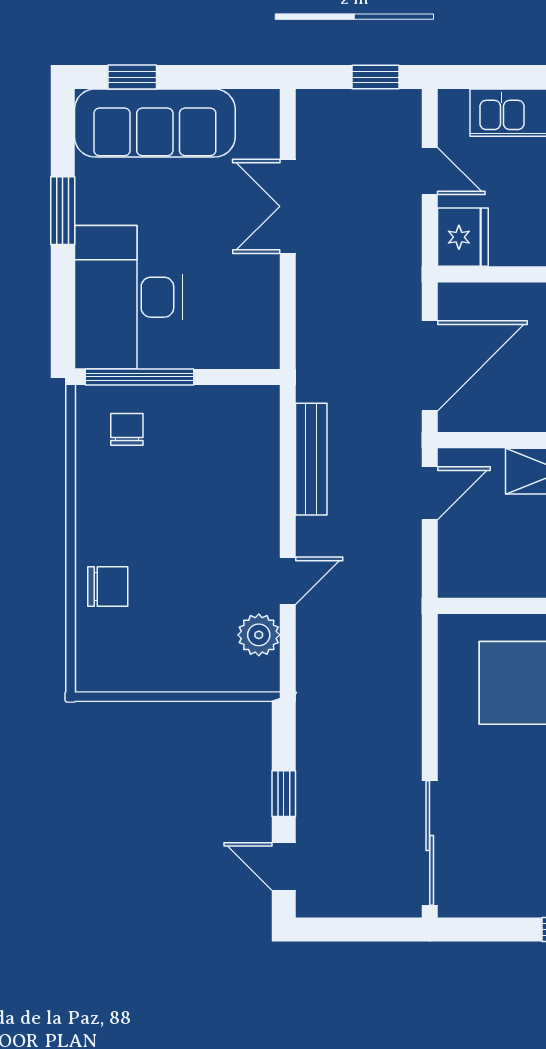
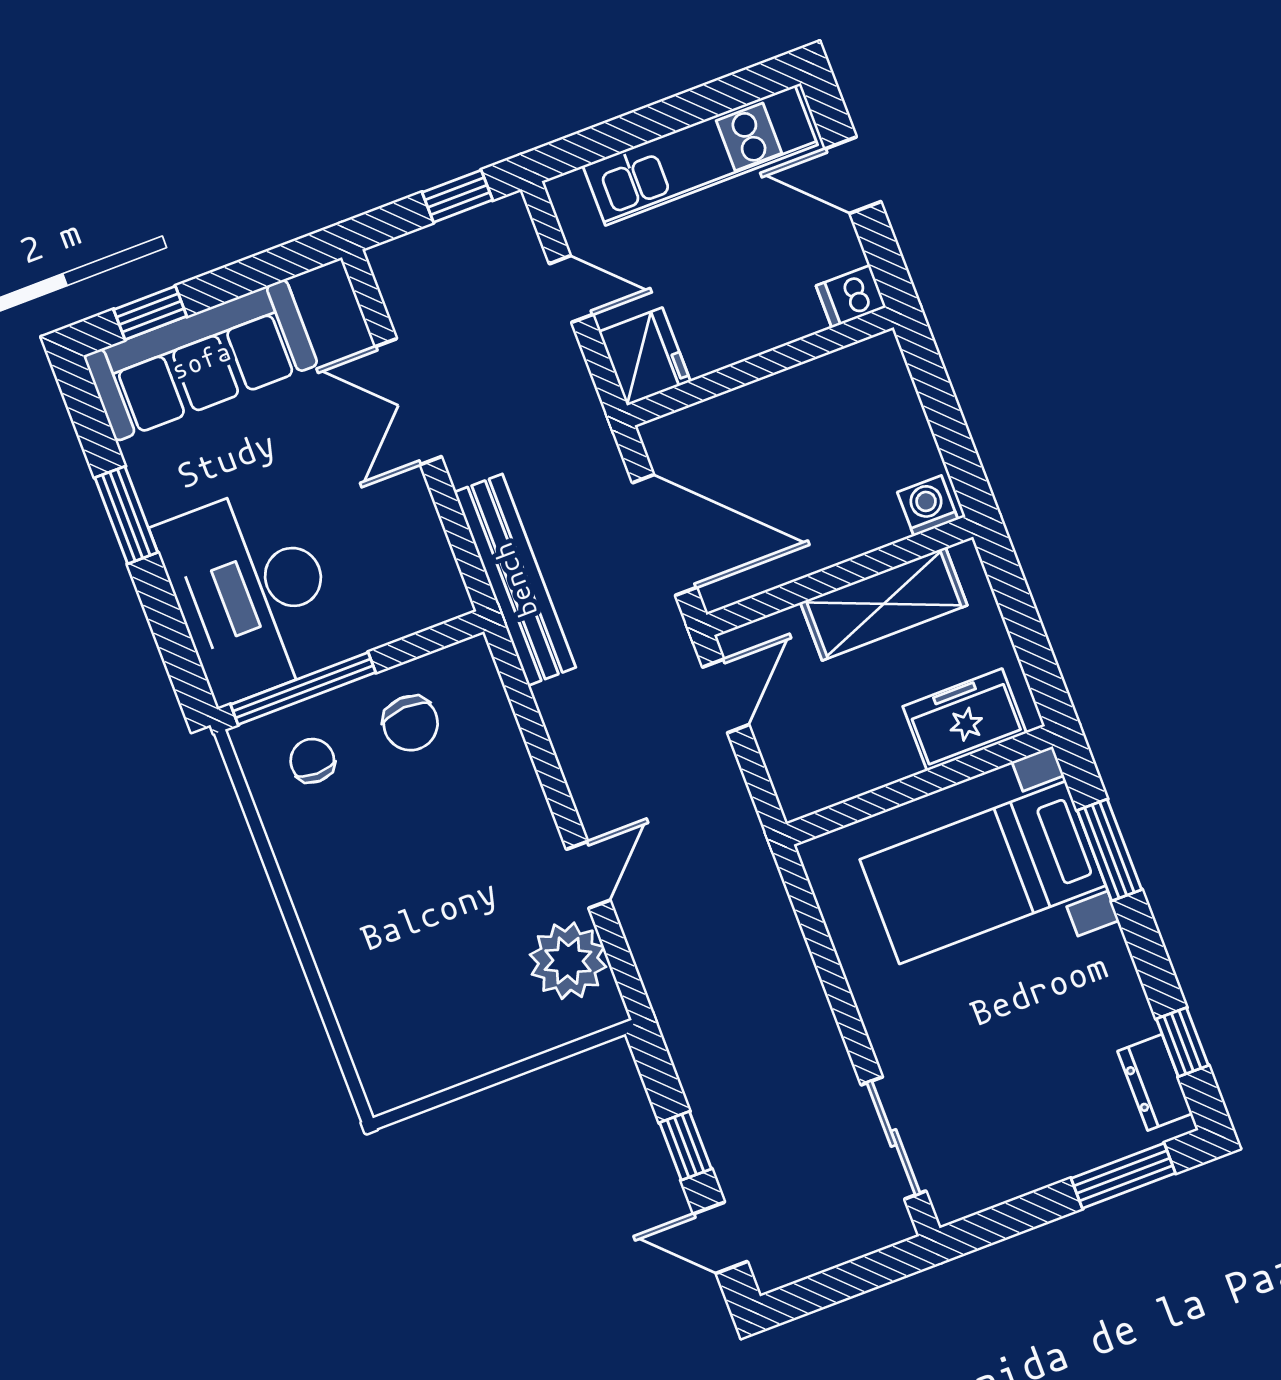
door: (430, 366) -> (665, 535), hinge flipped
bench: (311, 459) -> (515, 580), moved, width x1.37, depth x1.21
chair: (108, 587) -> (411, 723), moved, turned 87
plant: (259, 635) -> (568, 961), width x1.36, depth x1.36
sliding door: (430, 843) -> (894, 1138), width x0.73

